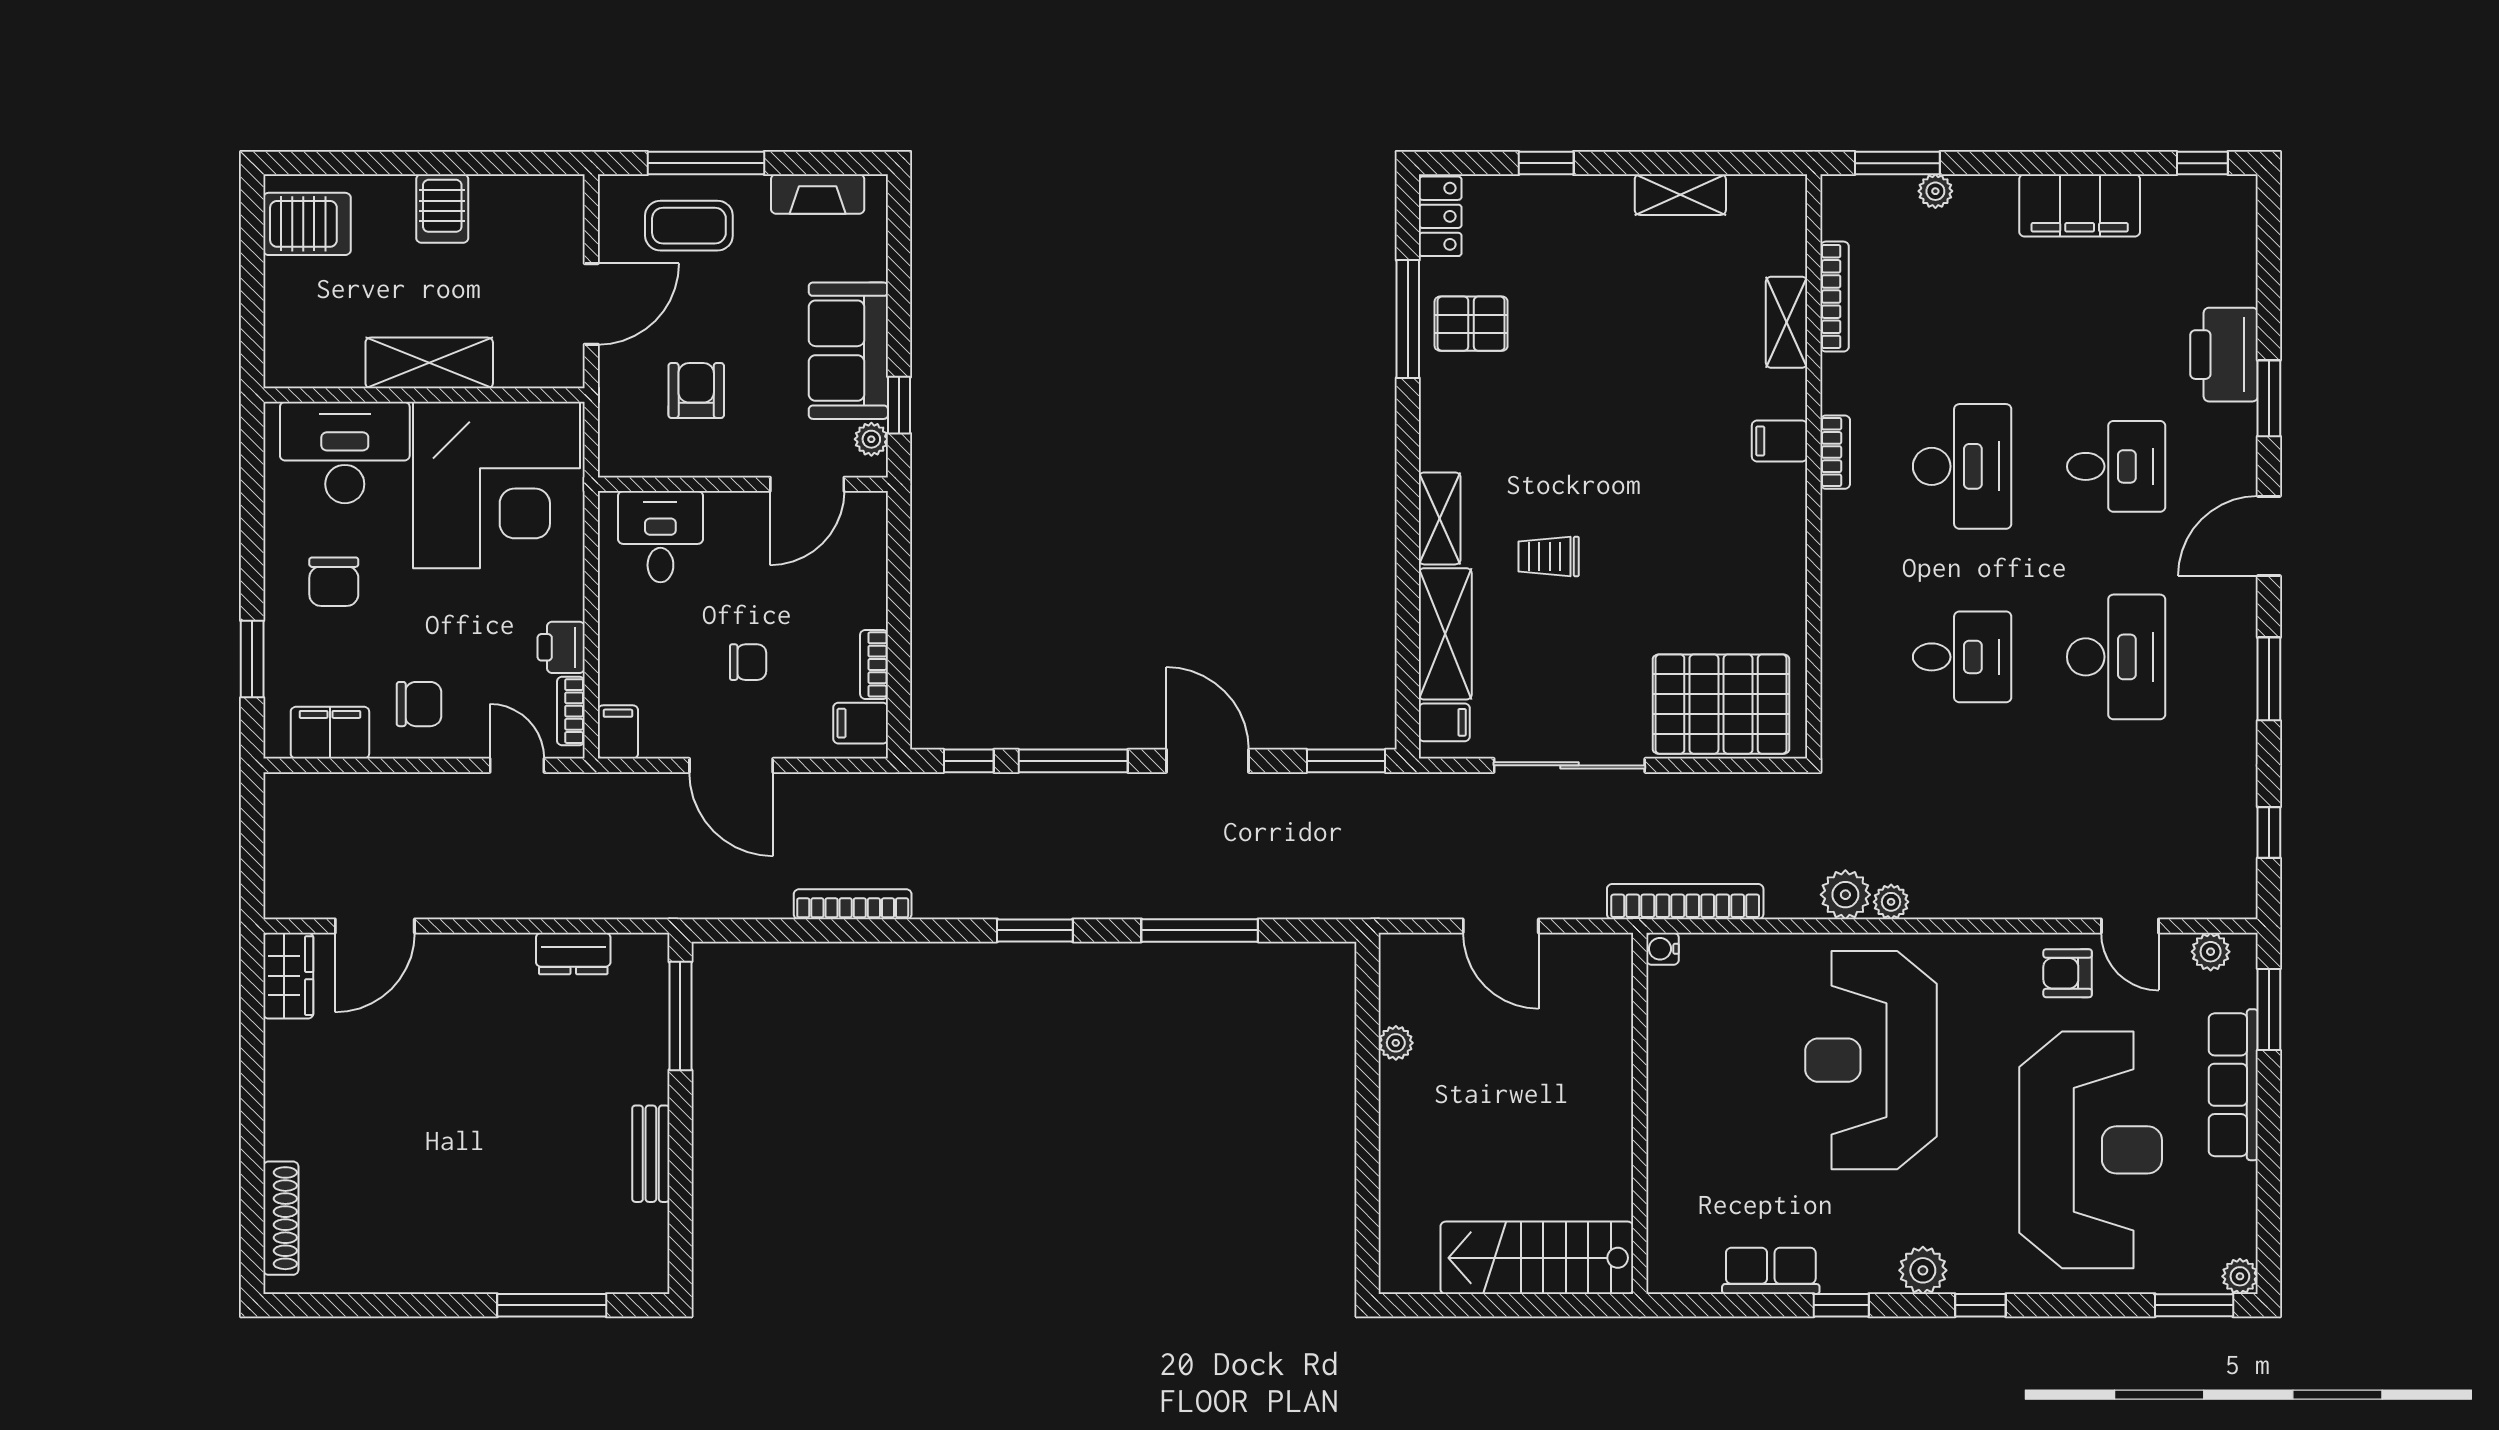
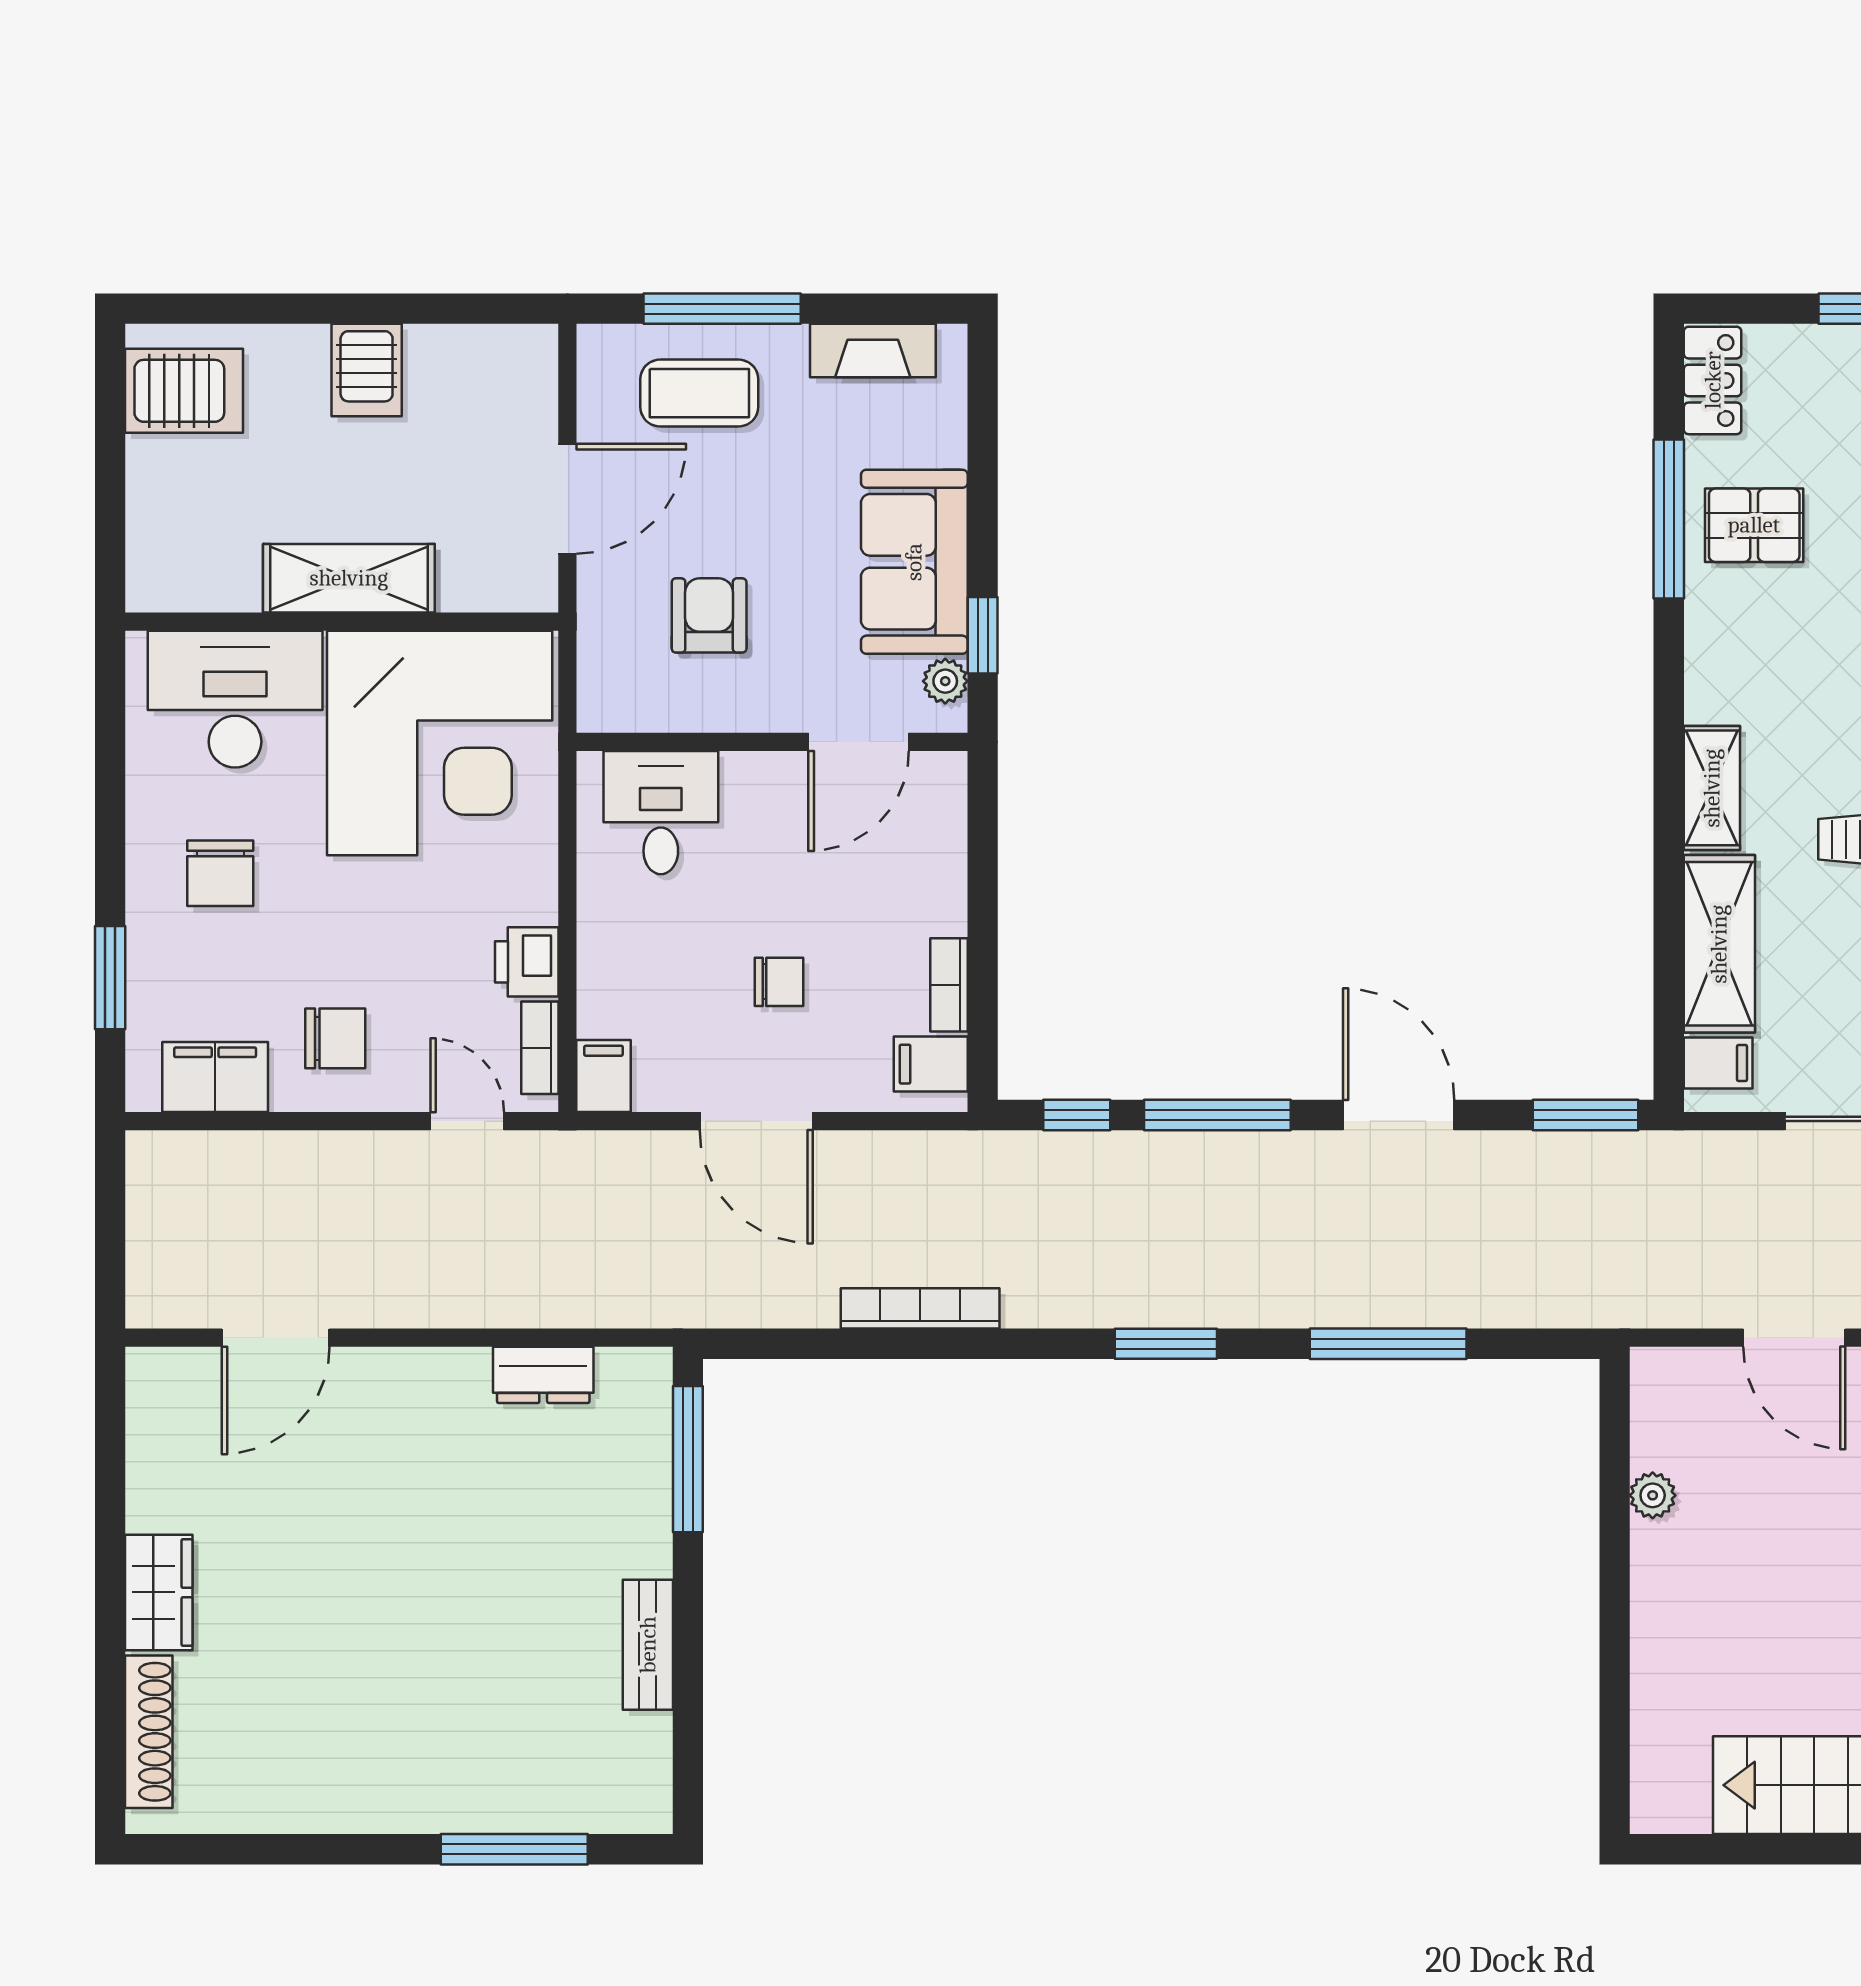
wardrobe: (288, 976) -> (159, 1592), moved

